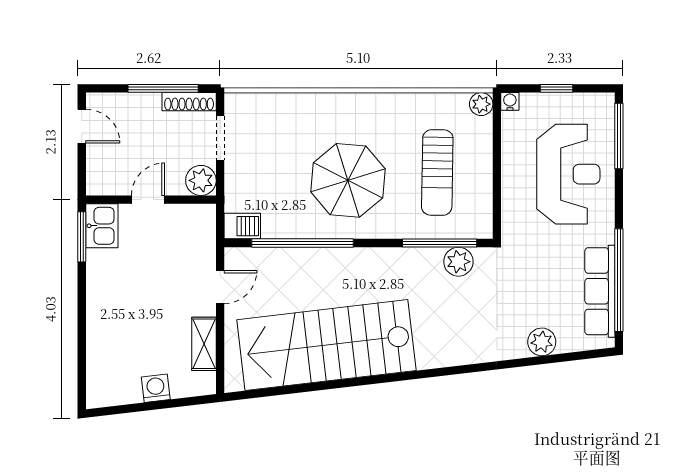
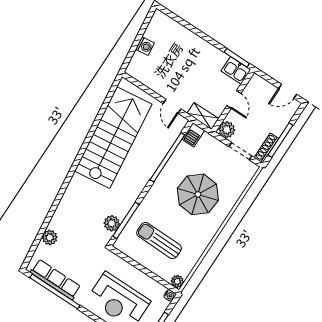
parasol: (348, 180) -> (198, 194), moved
shelving: (204, 344) -> (203, 116), moved

